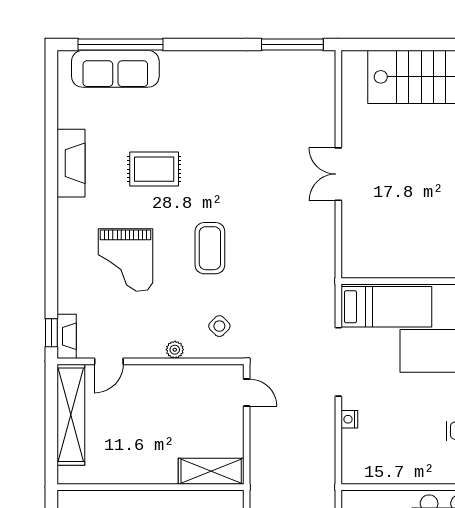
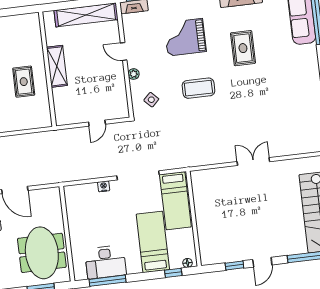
door: (109, 361) -> (124, 52), moved
door: (247, 393) -> (97, 123), moved
shelving: (211, 471) -> (57, 66), moved

